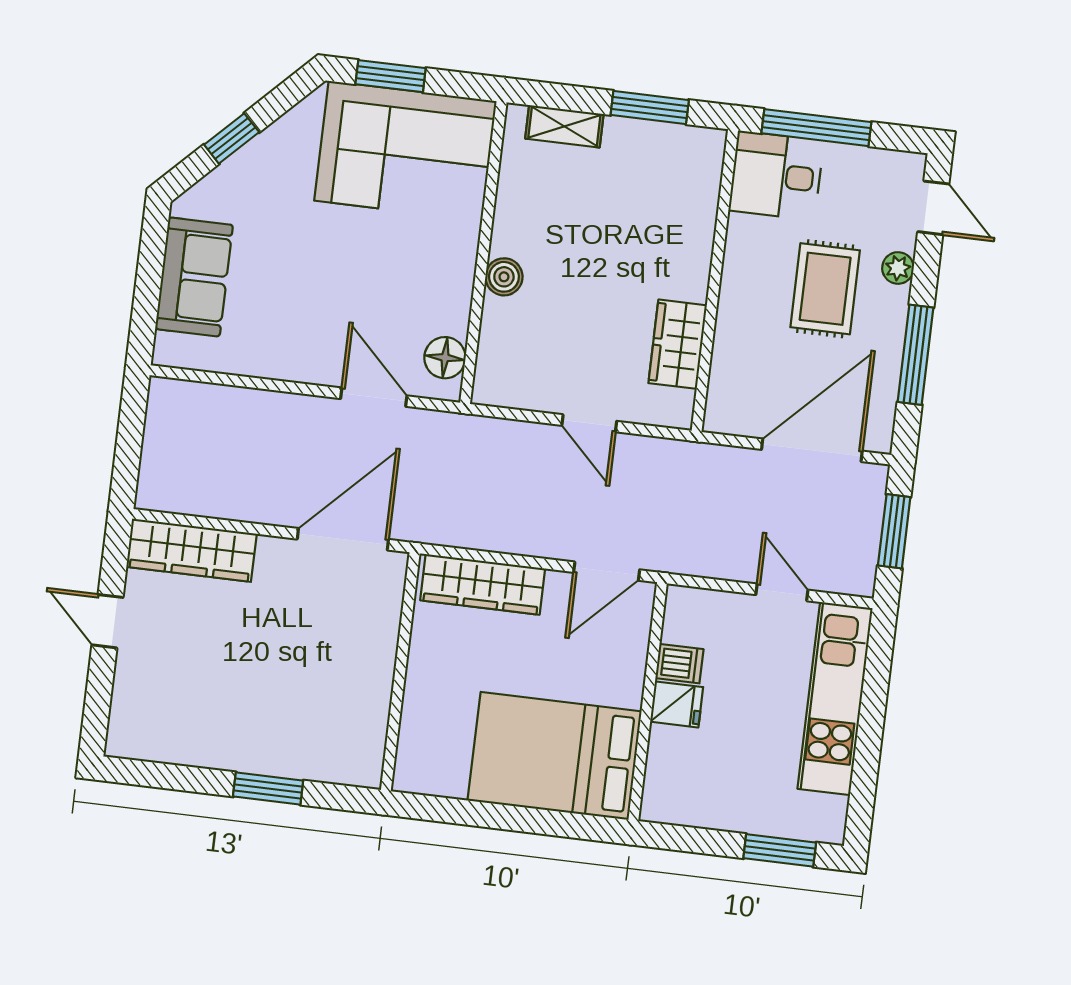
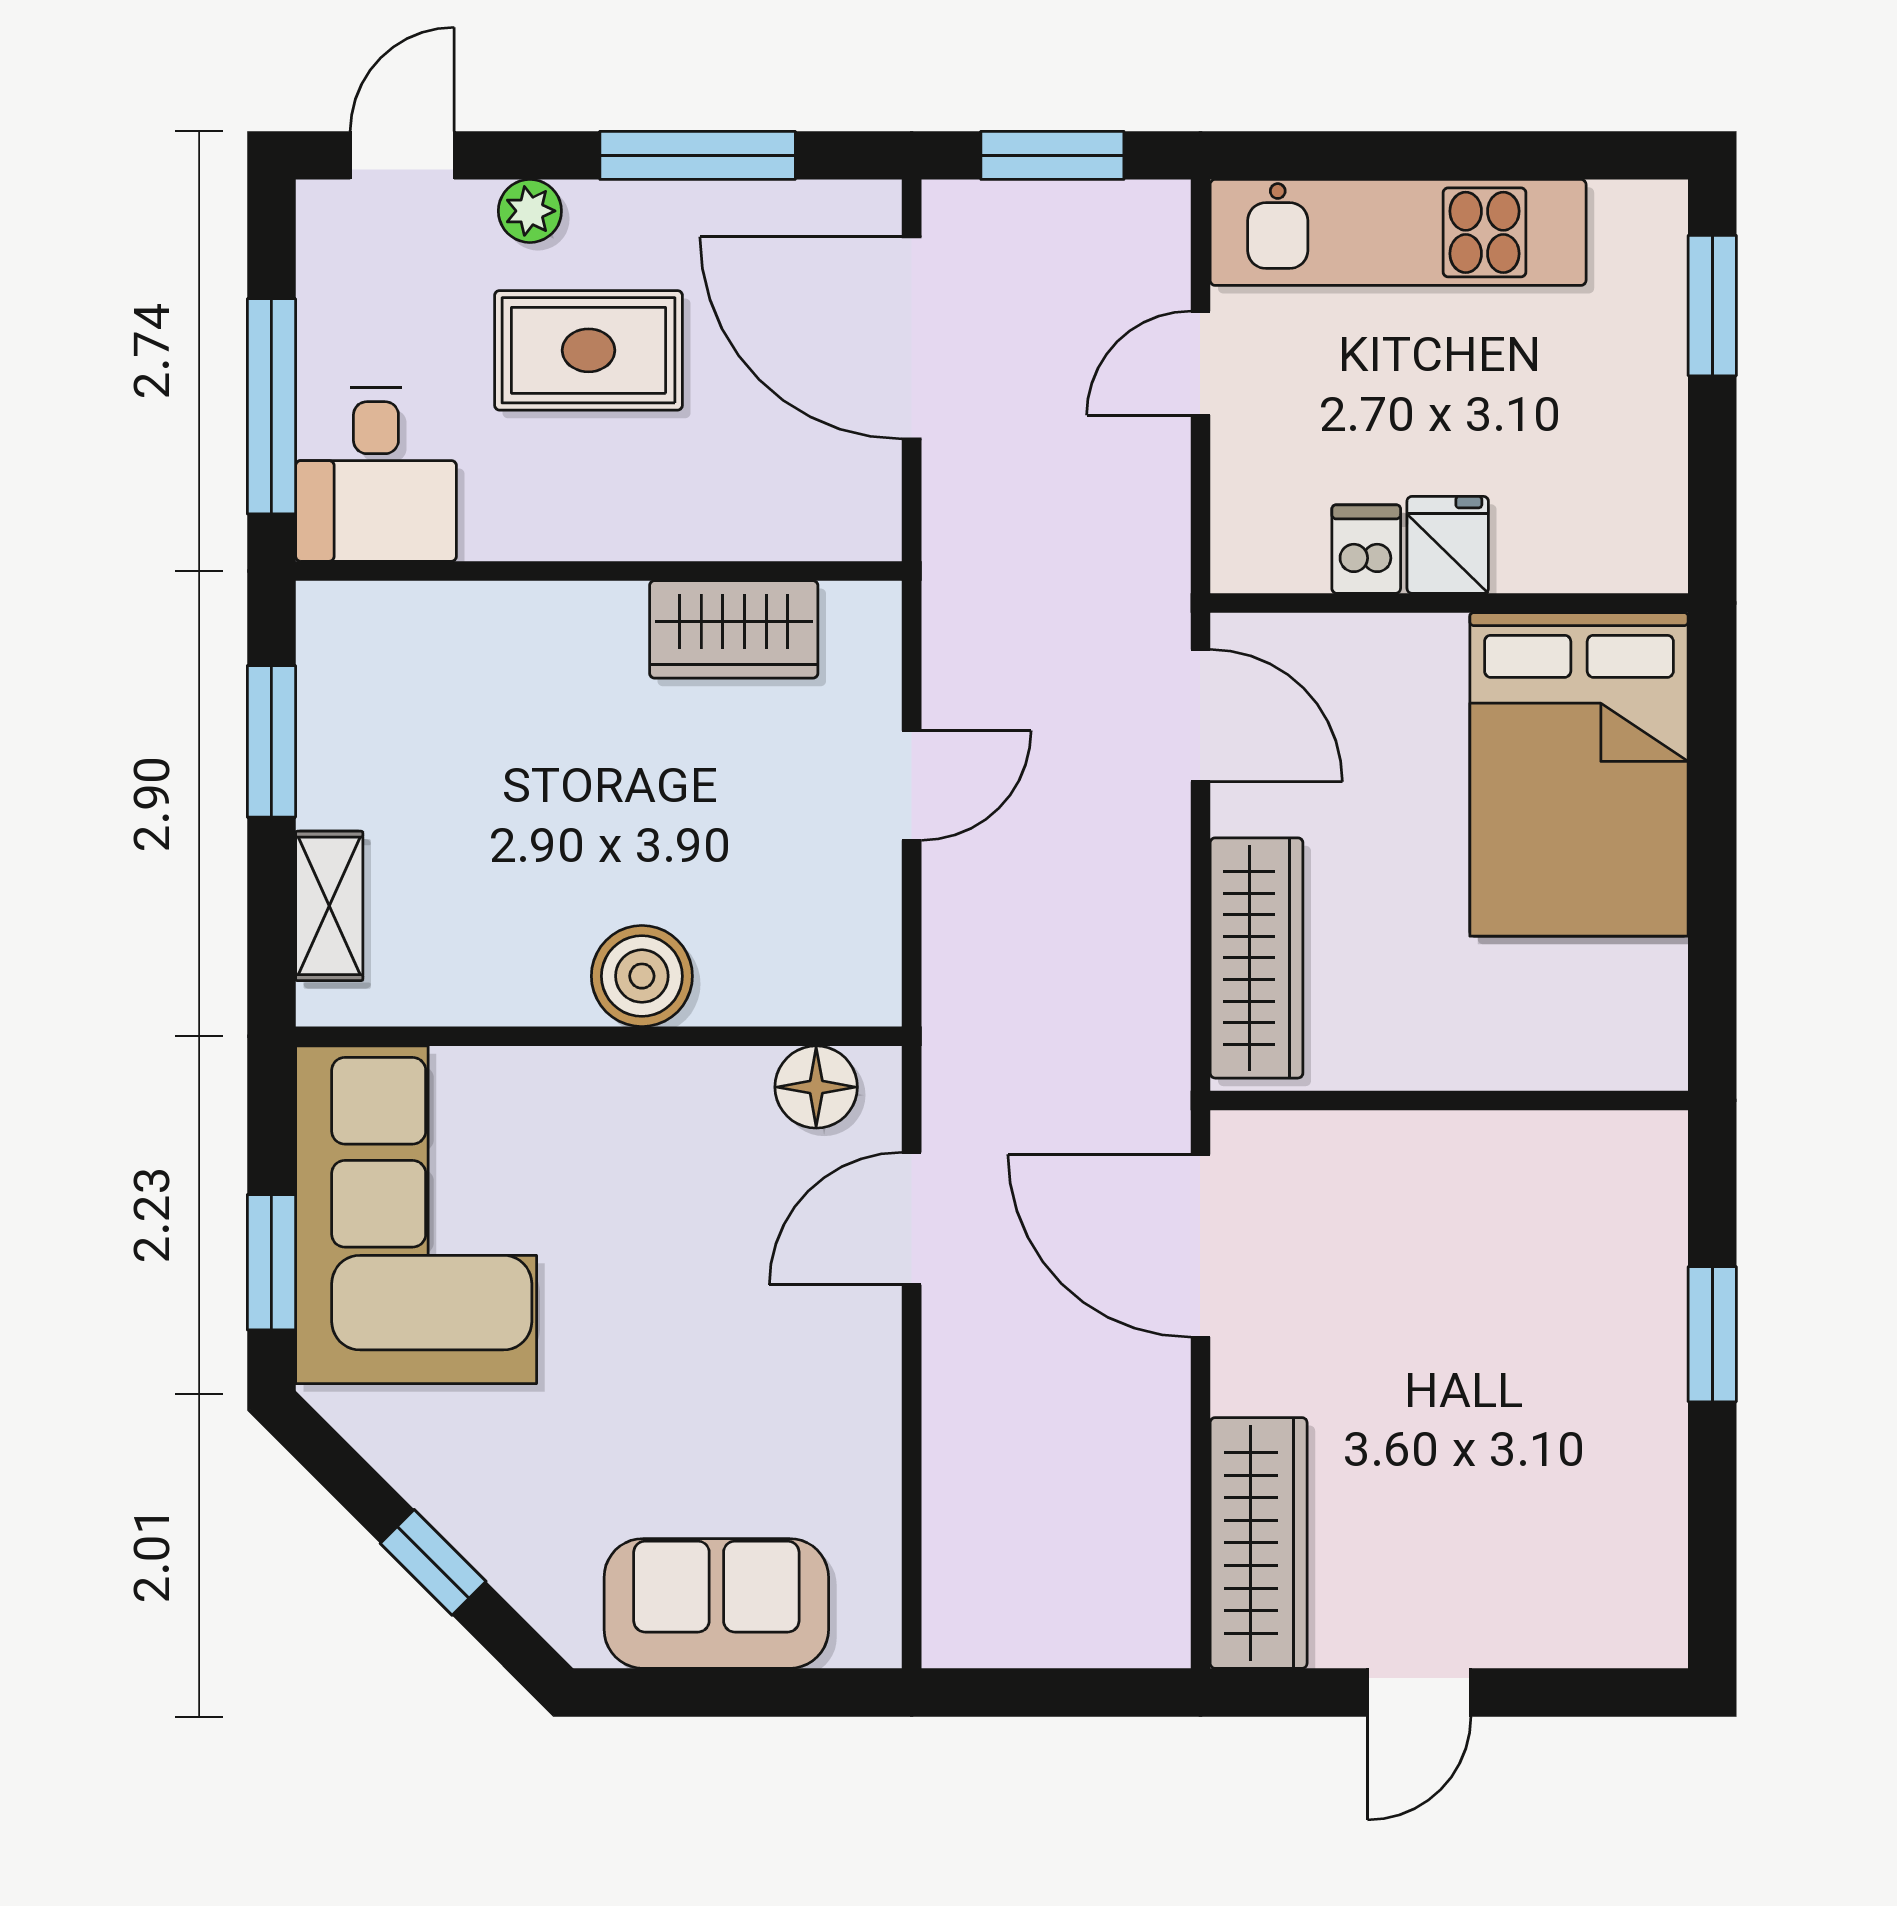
boiler: (504, 277) -> (642, 976), width x1.36, depth x1.36

